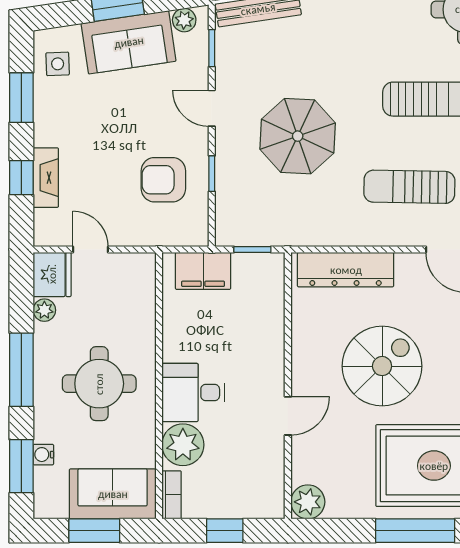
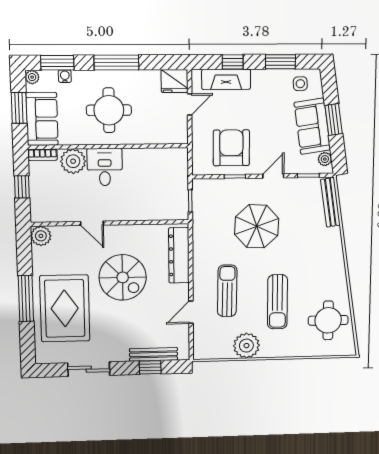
fireplace: (46, 178) -> (226, 79), width x1.37, depth x1.32
armchair: (163, 180) -> (231, 148), width x1.36, depth x1.36
filing cabinet: (203, 271) -> (177, 172), removed
plant: (44, 310) -> (32, 77), moved

